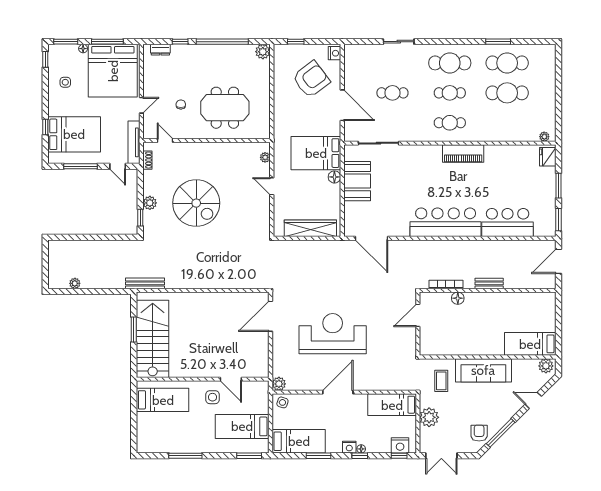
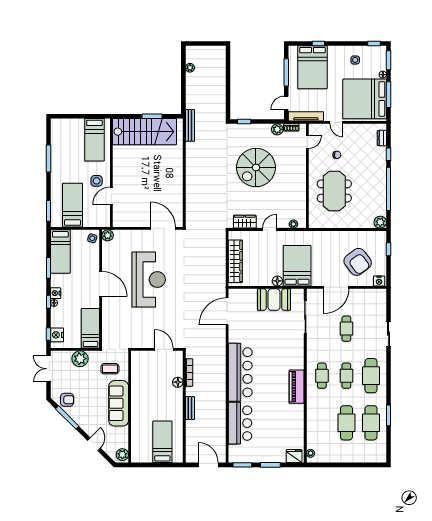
plant: (150, 203) -> (277, 129), moved
wardrobe: (262, 217) -> (245, 222), added
bed: (530, 344) -> (162, 442), moved

